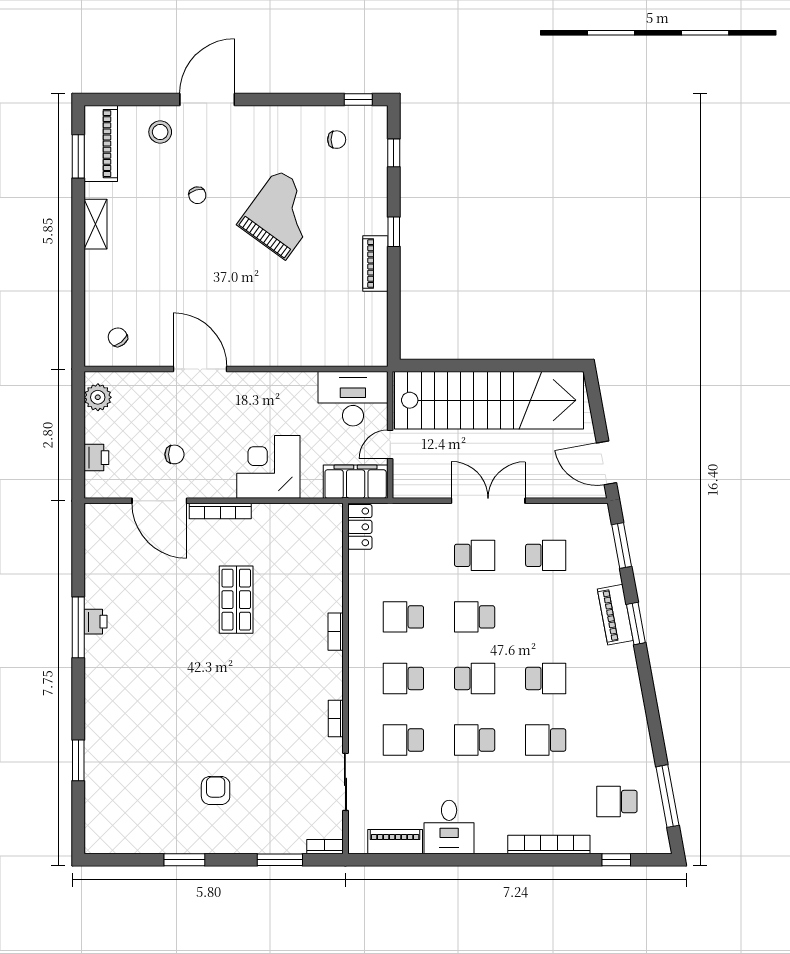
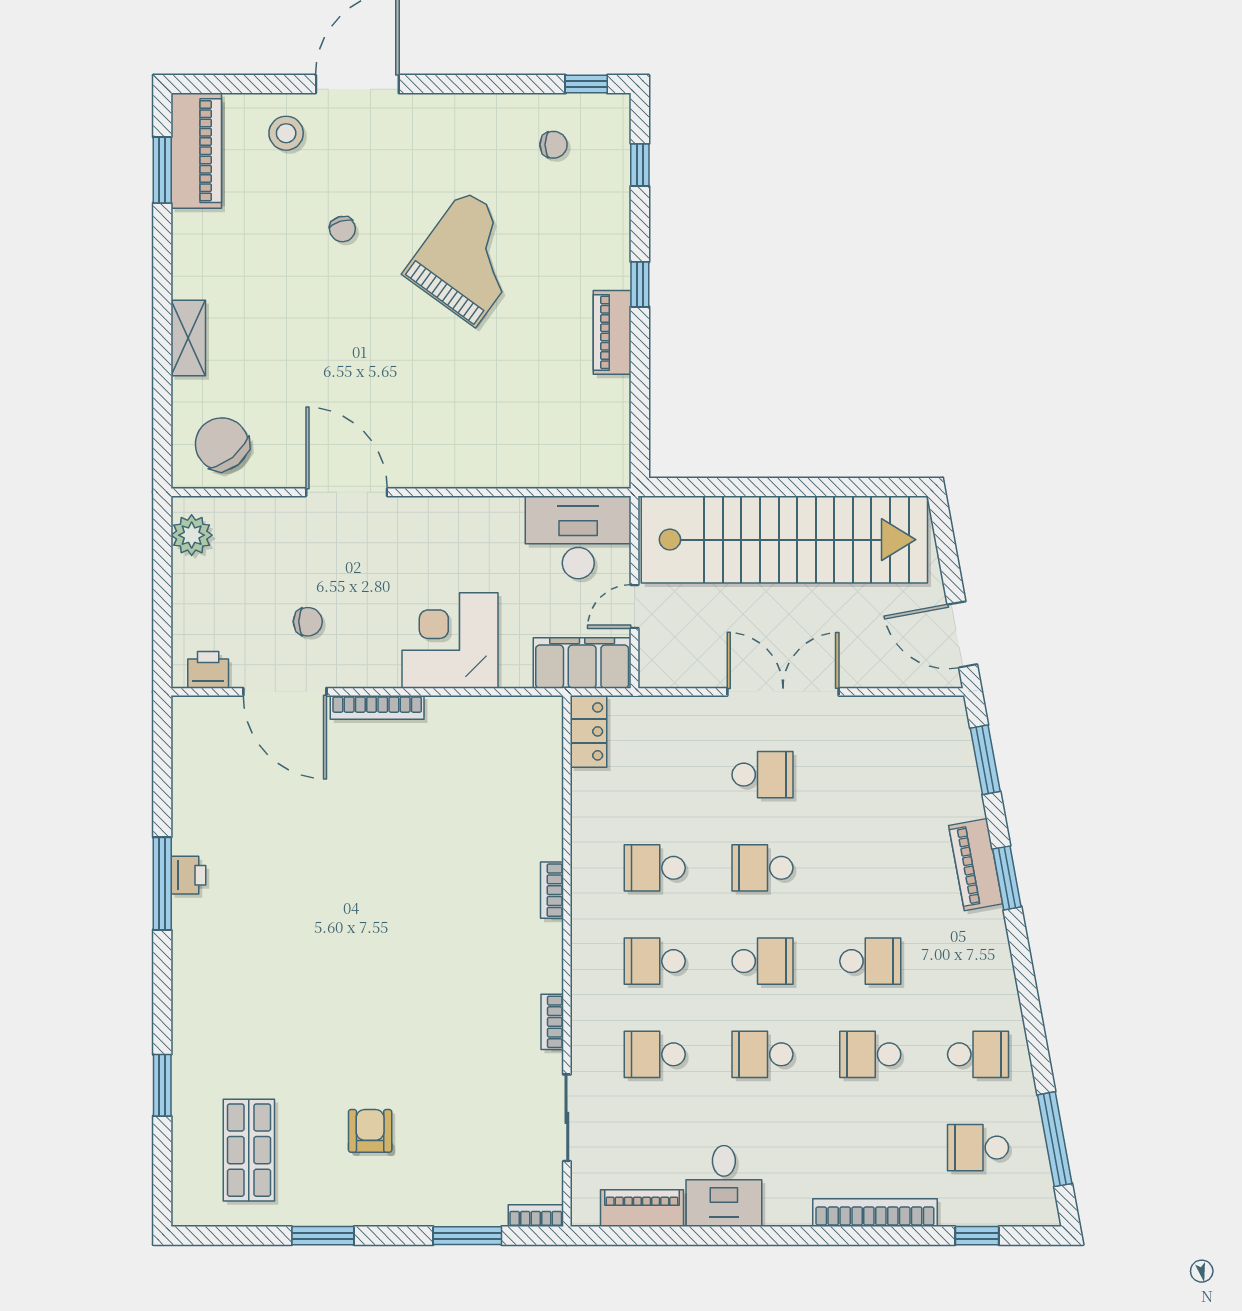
shelving: (96, 224) -> (188, 338), moved
chair: (118, 337) -> (222, 444), width x1.87, depth x1.87
printer: (96, 458) -> (208, 670), moved, turned -90
school desk: (546, 555) -> (978, 1054), moved
shop shelf: (236, 600) -> (249, 1150), moved

